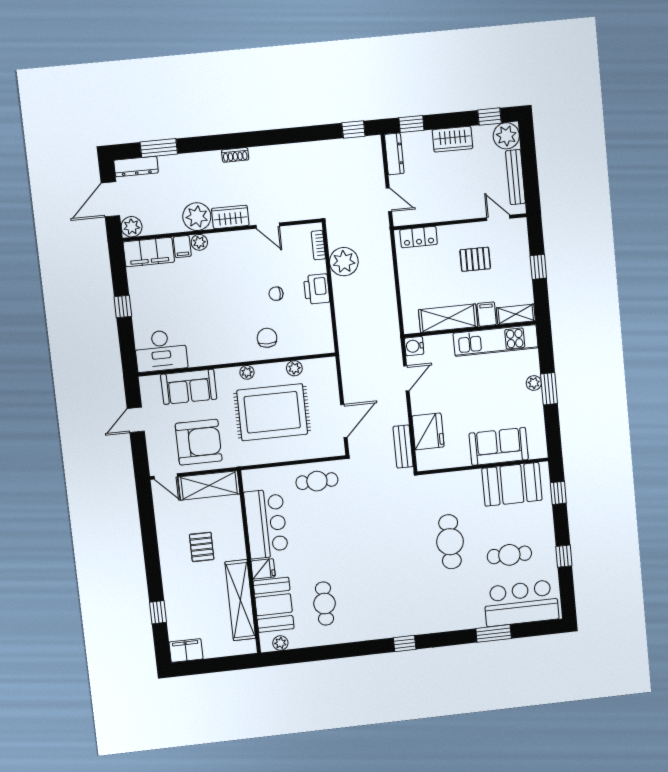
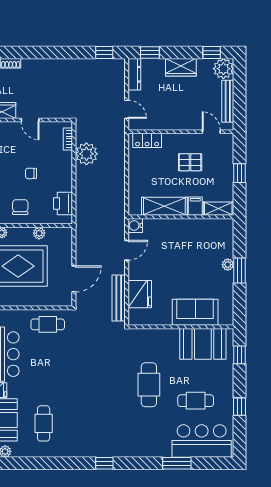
printer: (317, 289) -> (63, 204), moved
kitchen unit: (496, 340) -> (200, 228), removed
bench: (403, 447) -> (119, 298), width x1.36

